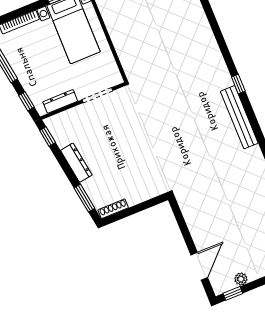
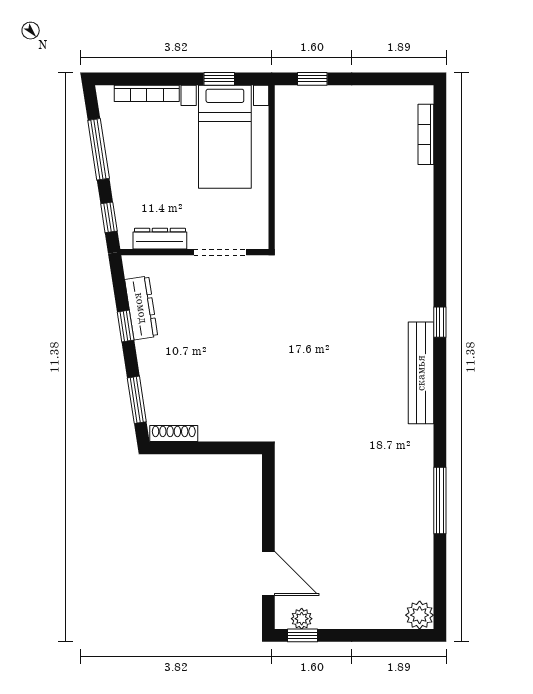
window: (48, 136) -> (126, 326), moved
dresser: (76, 163) -> (141, 308), moved
door: (199, 266) -> (268, 574), hinge flipped
plant: (241, 279) -> (302, 619), moved

